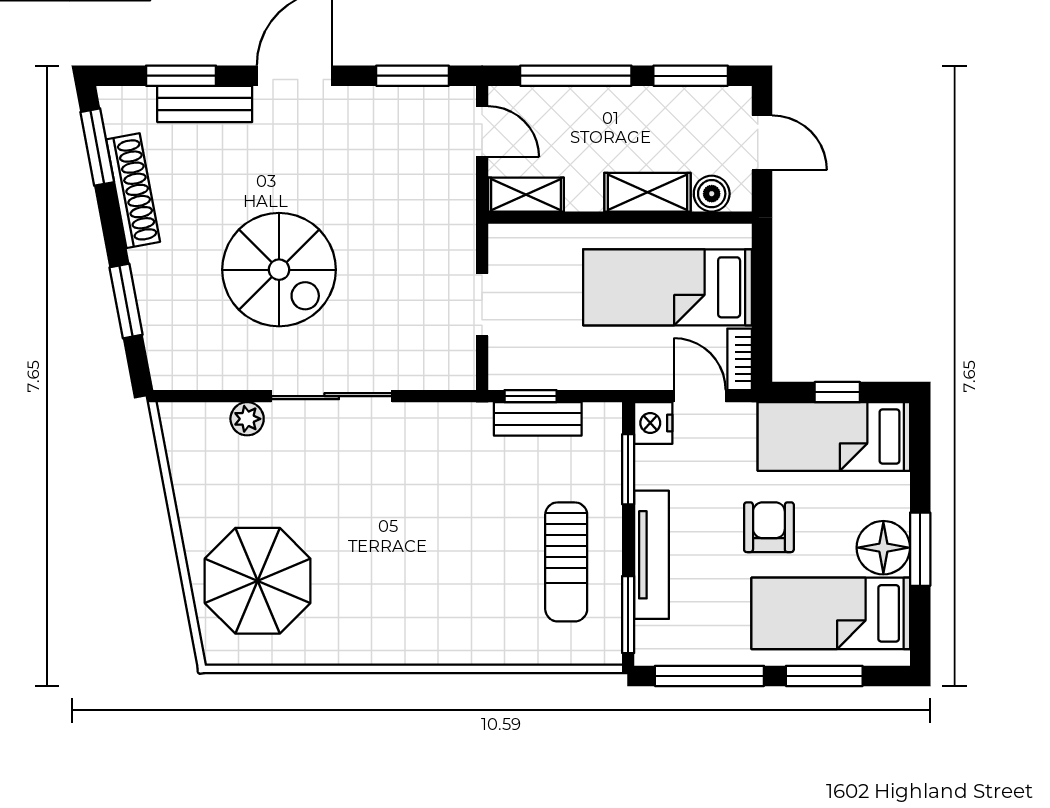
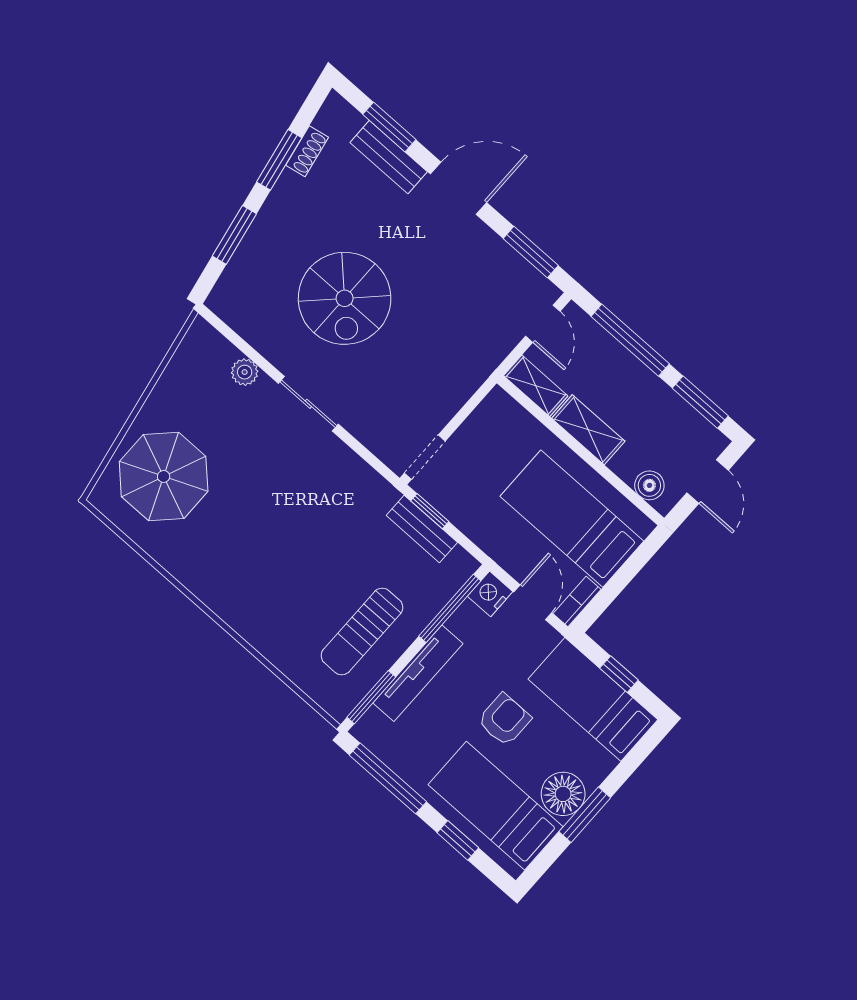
window: (97, 147) -> (279, 160), moved
shoe rack: (133, 191) -> (307, 151), width x0.51, depth x0.81
shelving: (647, 192) -> (588, 430), moved
doorway: (482, 305) -> (425, 457), moved
sliding door: (332, 396) -> (308, 404), width x0.73
window: (628, 469) -> (450, 608), width x1.44
window: (824, 676) -> (458, 840), width x0.67

